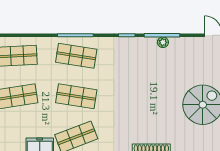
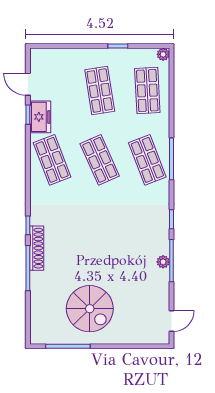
shop shelf: (76, 56) -> (147, 160), turned -30
shop shelf: (76, 96) -> (100, 160), turned -33

